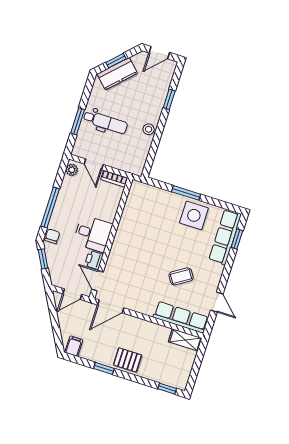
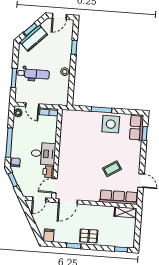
row of seats: (225, 237) -> (137, 128), width x0.68
door: (97, 281) -> (54, 186), hinge flipped

